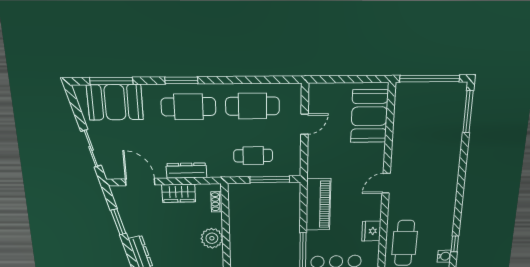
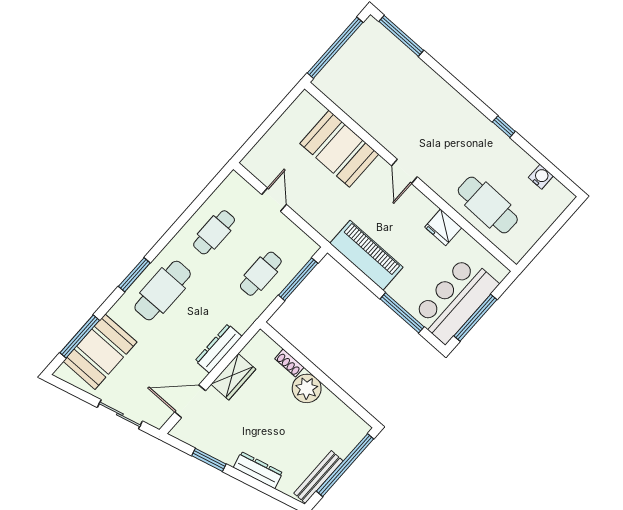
cafe table: (252, 106) -> (214, 232), width x0.73, depth x0.74
booth: (369, 116) -> (339, 149), moved
shoe rack: (216, 202) -> (289, 363), moved
window: (455, 244) -> (504, 127), moved

